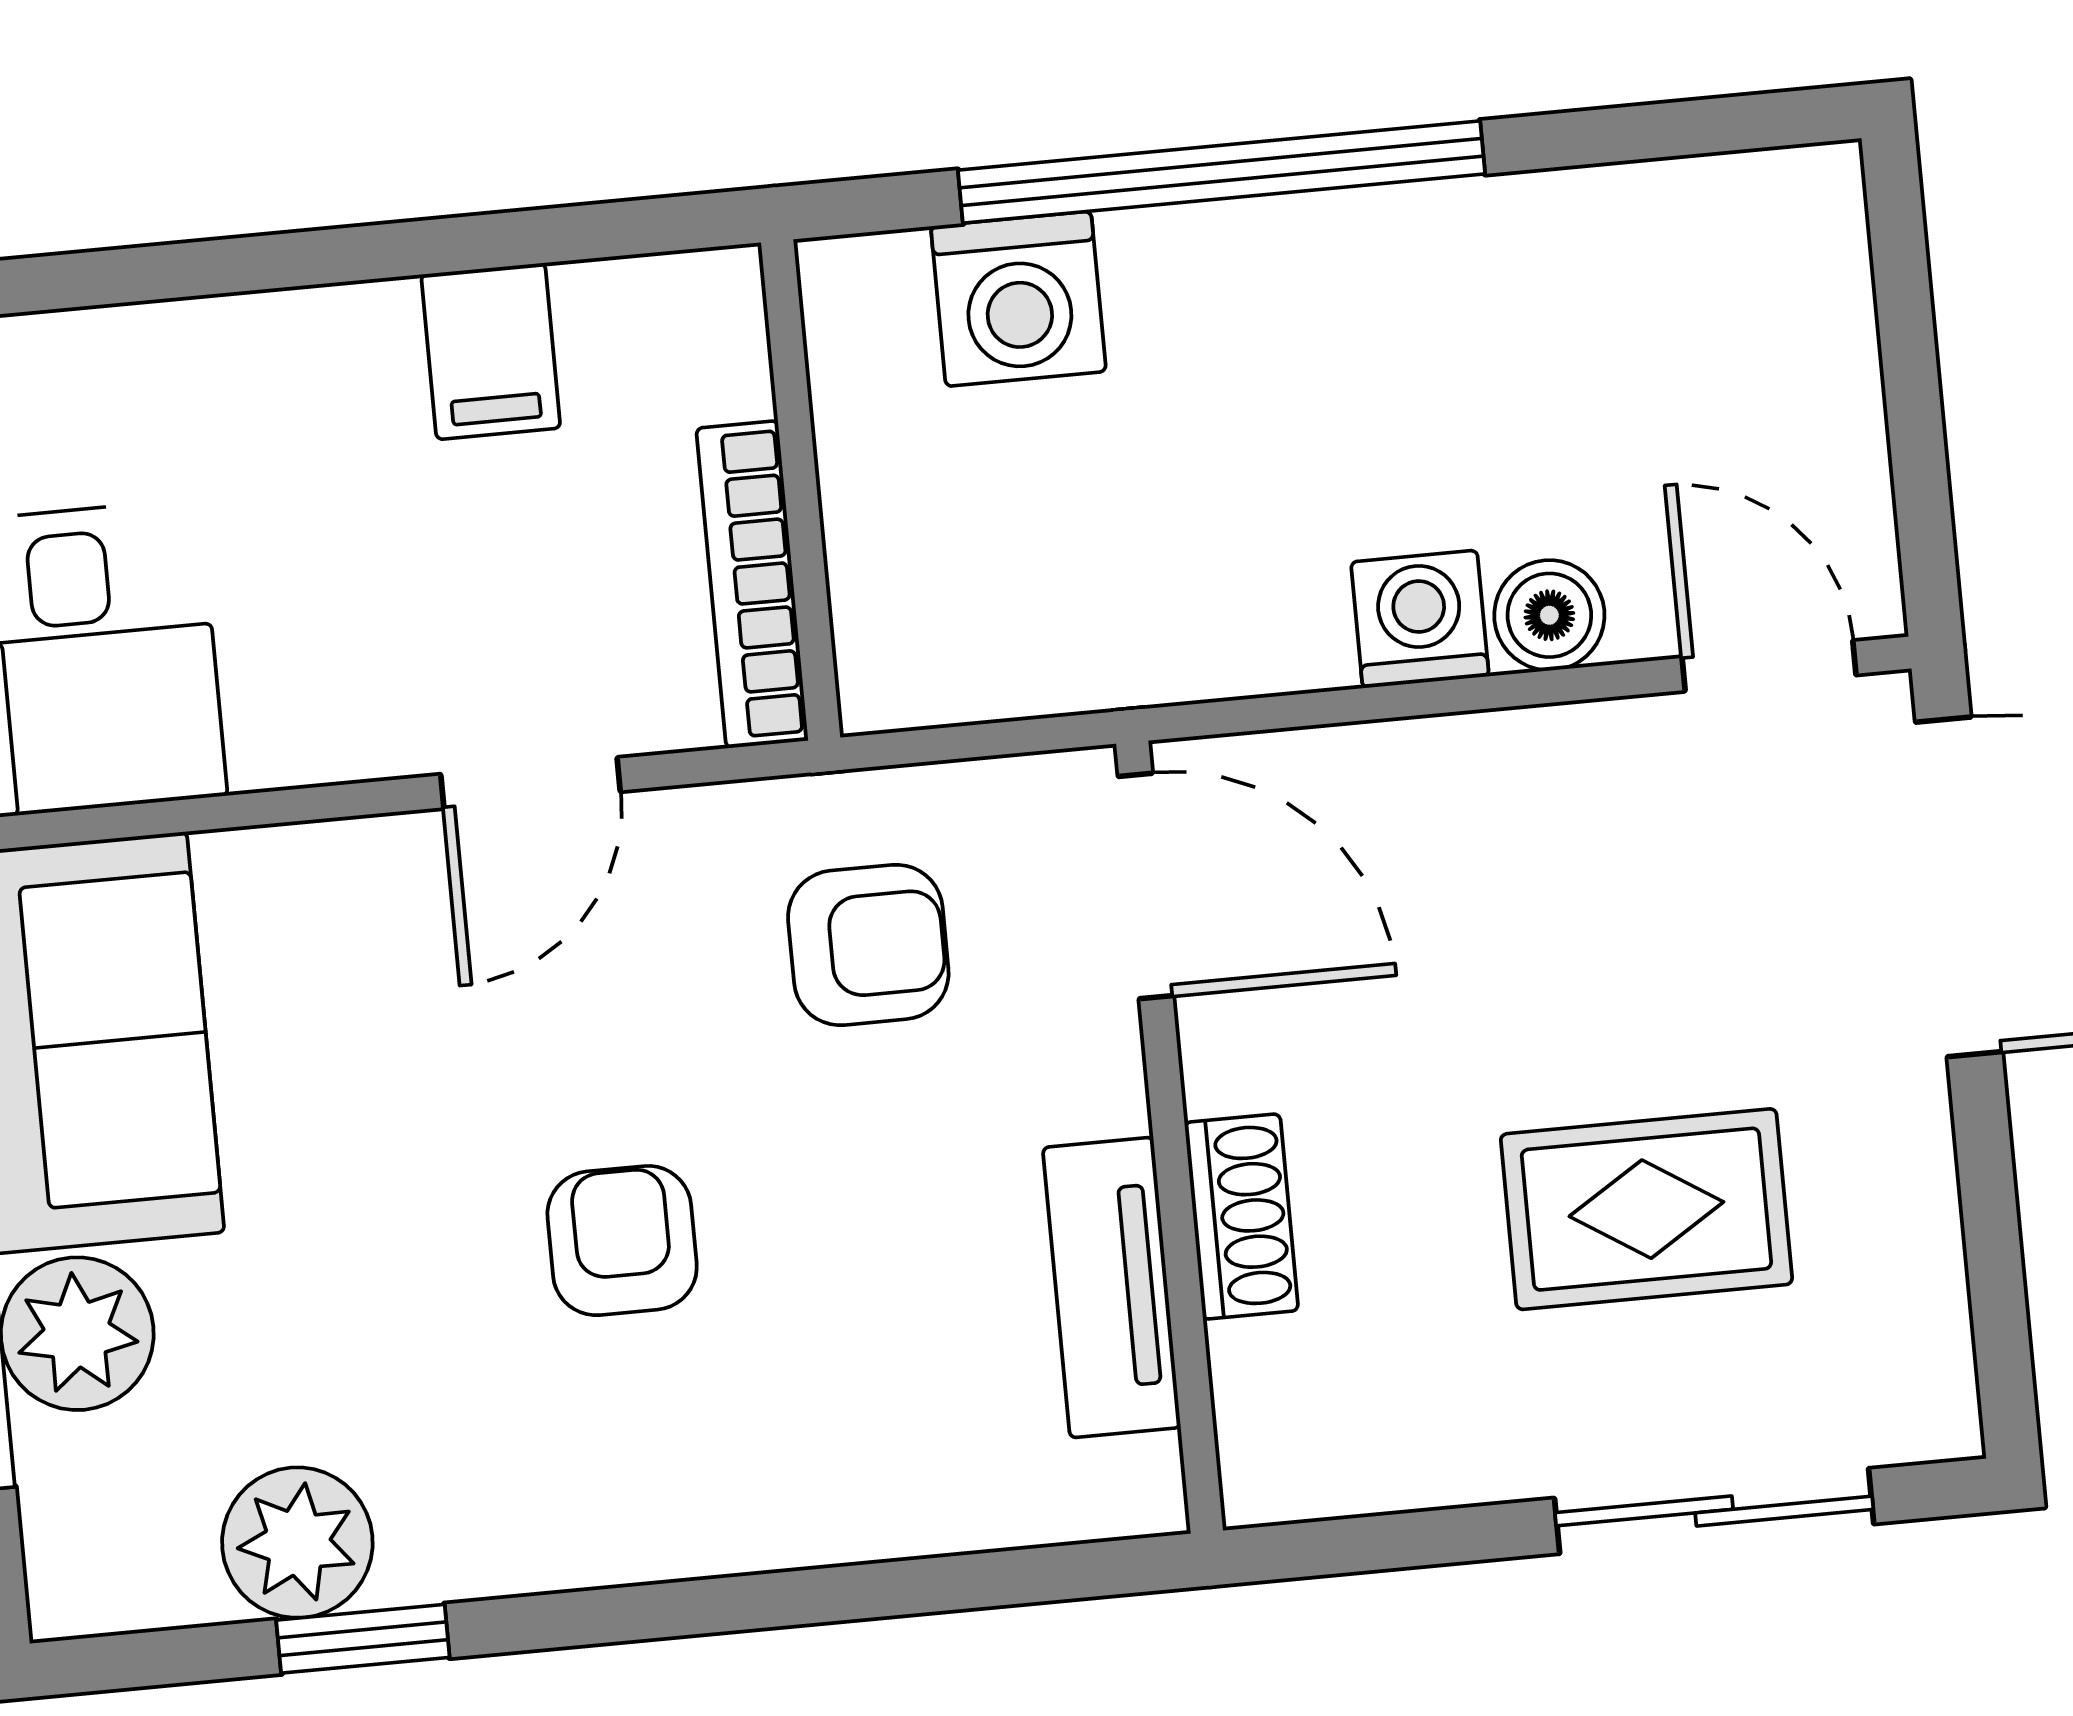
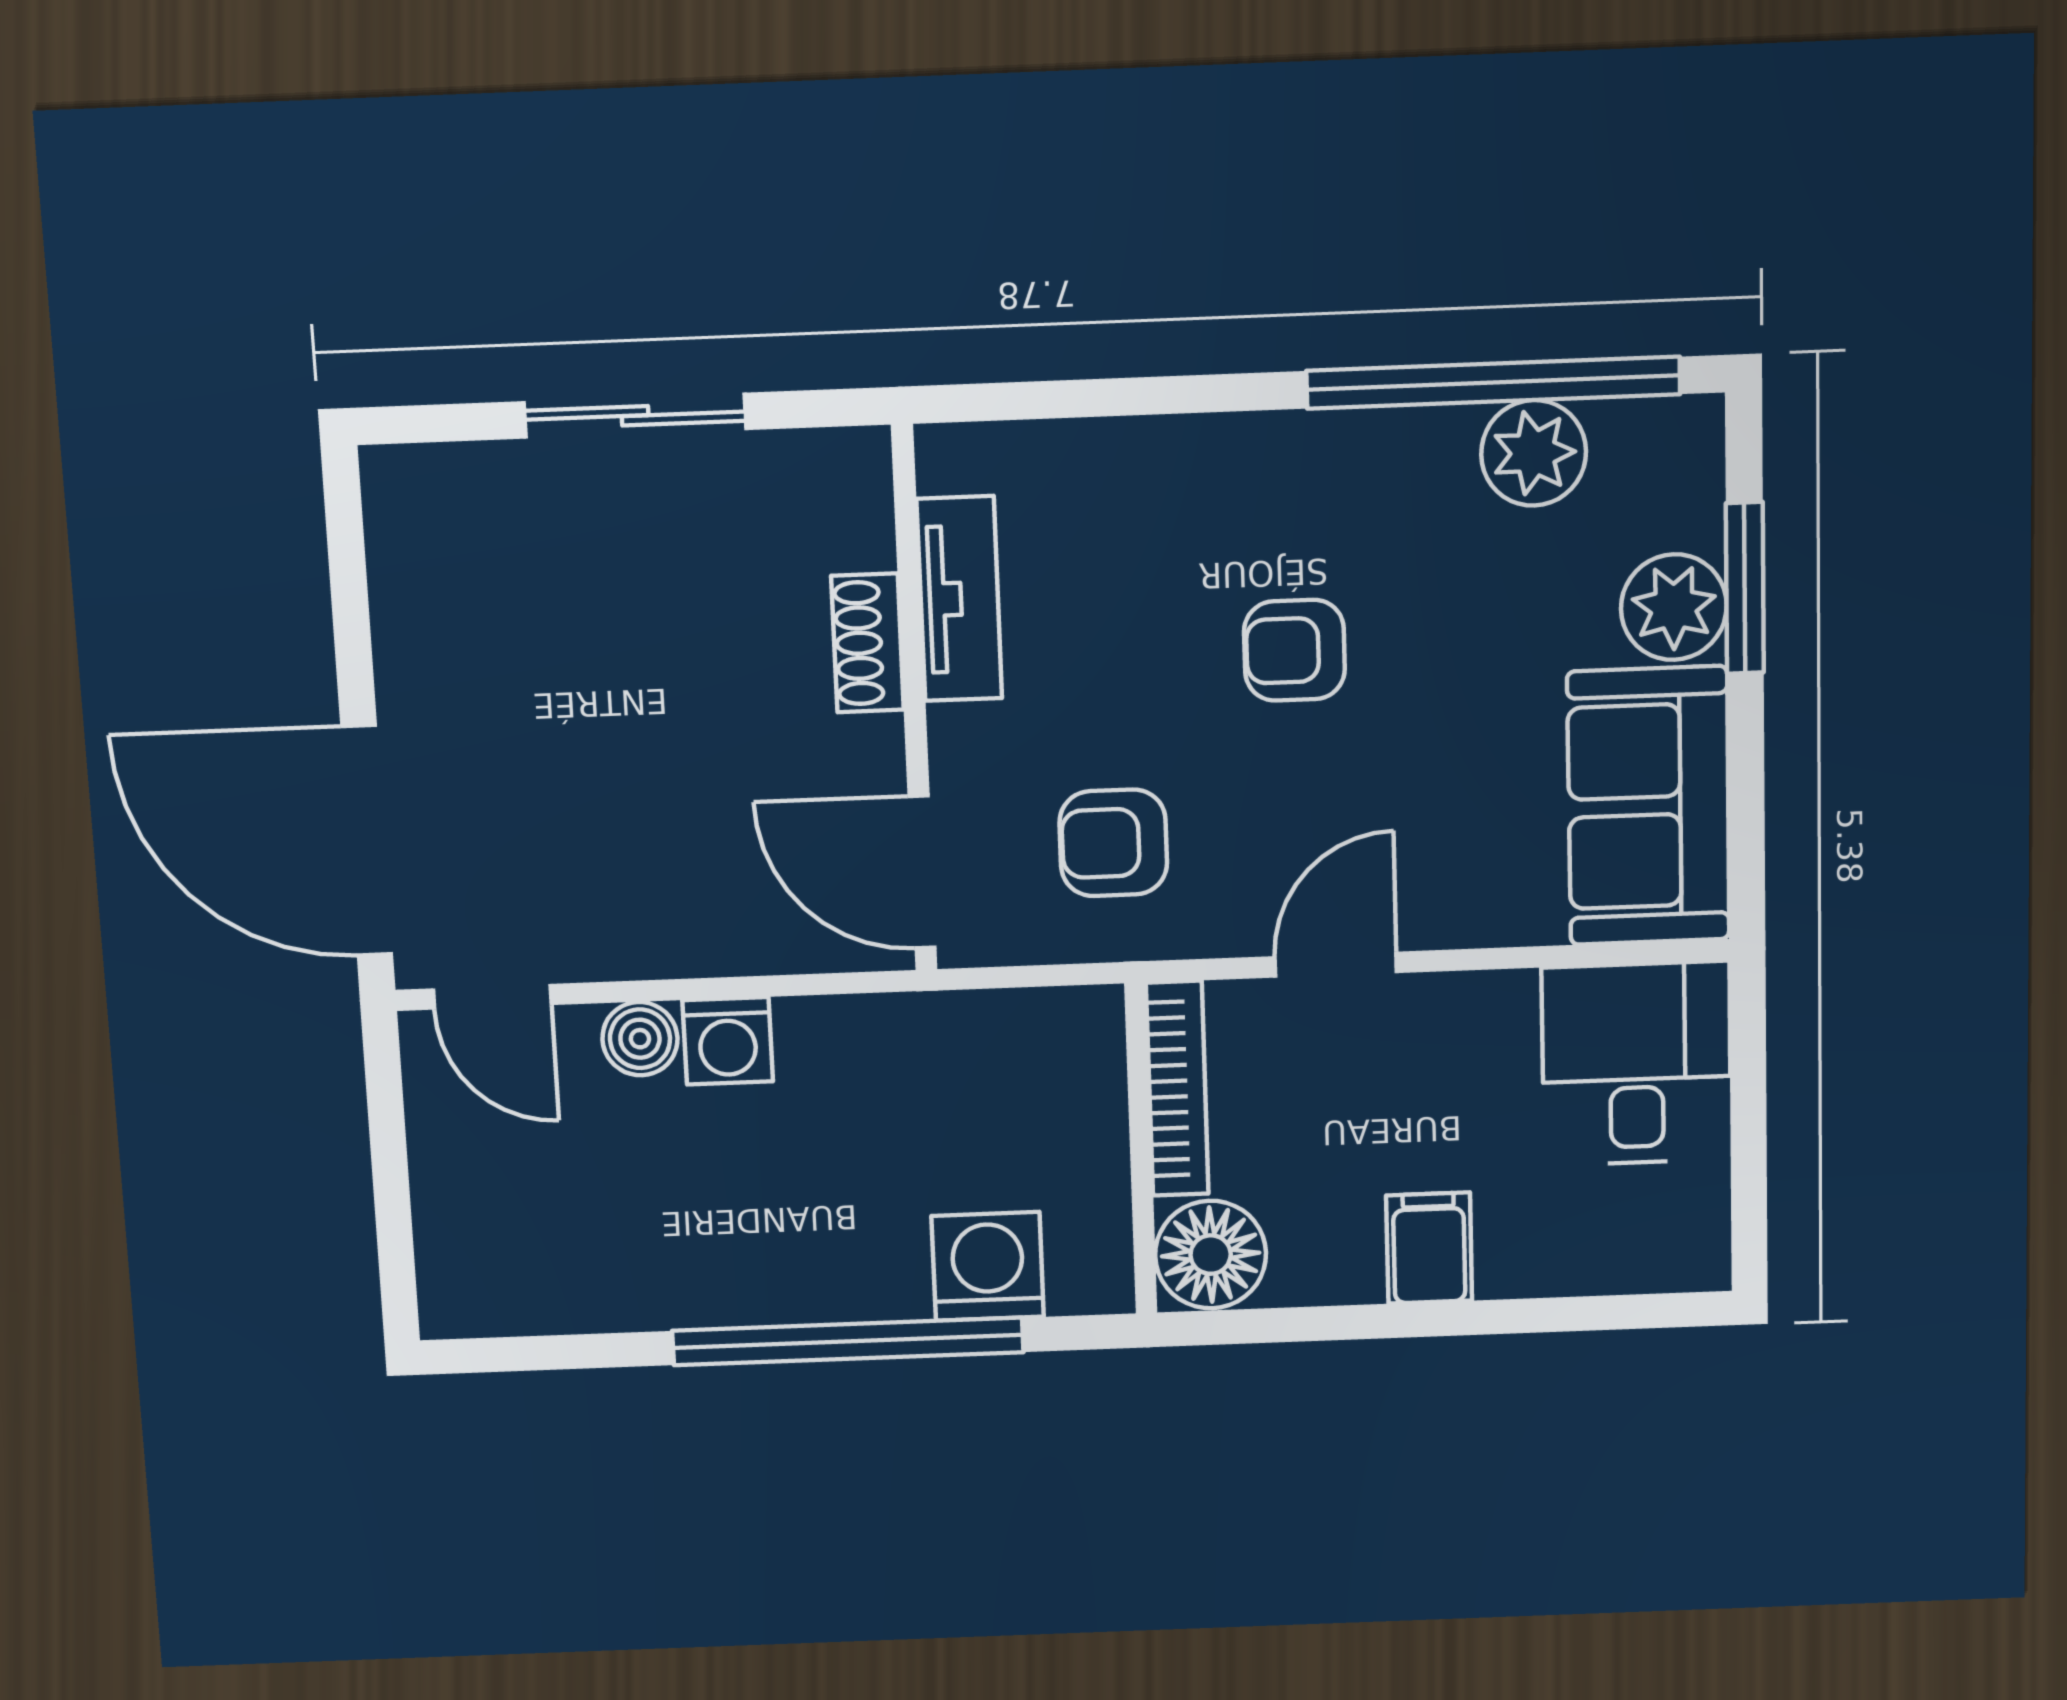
floor lamp: (687, 335) -> (1211, 1255), added
filing cabinet: (491, 351) -> (1429, 1248), moved
rug: (1646, 1209) -> (588, 632), removed
armchair: (622, 1241) -> (1294, 650), turned 90
sliding door: (1714, 1511) -> (635, 416), moved
window: (363, 1639) -> (1493, 383), width x3.17

